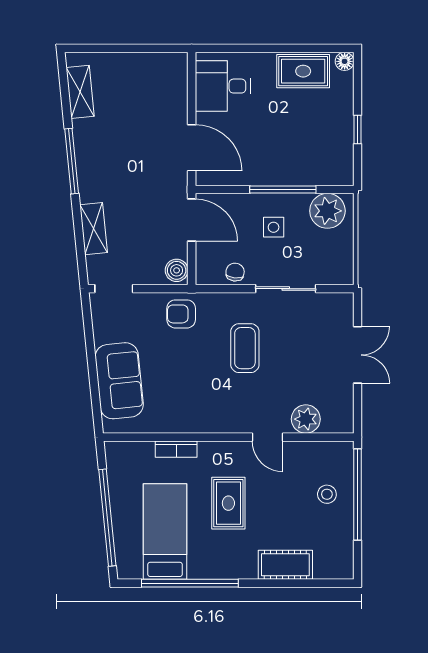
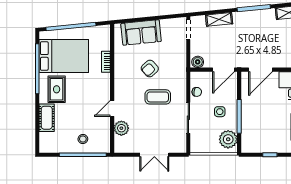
armchair: (181, 314) -> (150, 69), moved, turned -132
rug: (228, 503) -> (57, 89), moved, turned 90
bed: (165, 531) -> (64, 56), width x1.50

